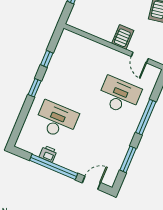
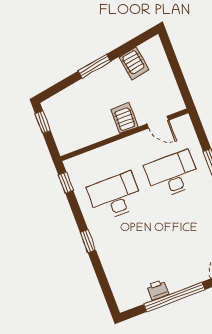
window: (47, 59) -> (66, 183), moved
desk: (57, 120) -> (115, 196), moved

